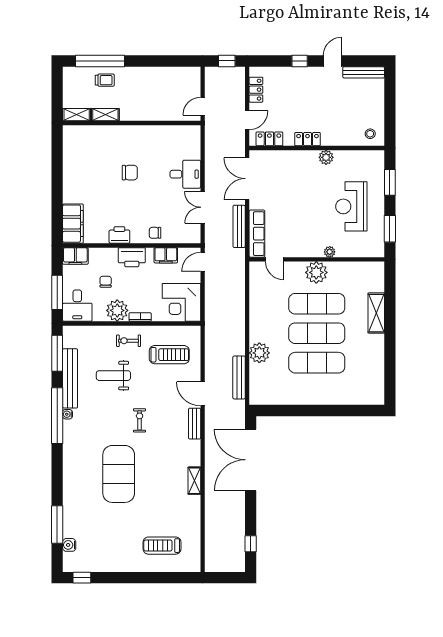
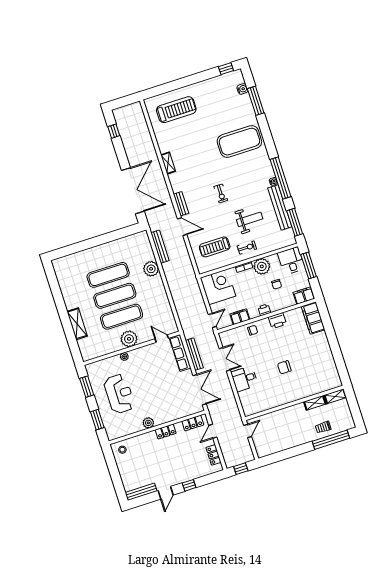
printer: (132, 257) -> (264, 310), width x0.53, depth x0.68
exercise mat: (119, 474) -> (239, 142), moved, turned 90
treadmill: (162, 546) -> (176, 110), width x1.37, depth x1.38

